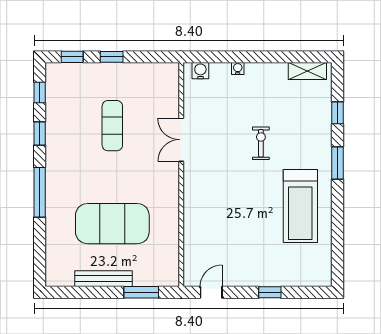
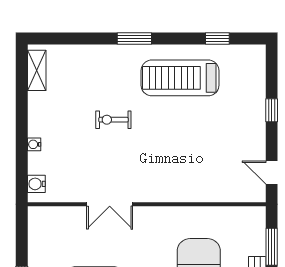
window: (337, 113) -> (217, 38), moved
treadmill: (300, 206) -> (180, 78), turned 180

